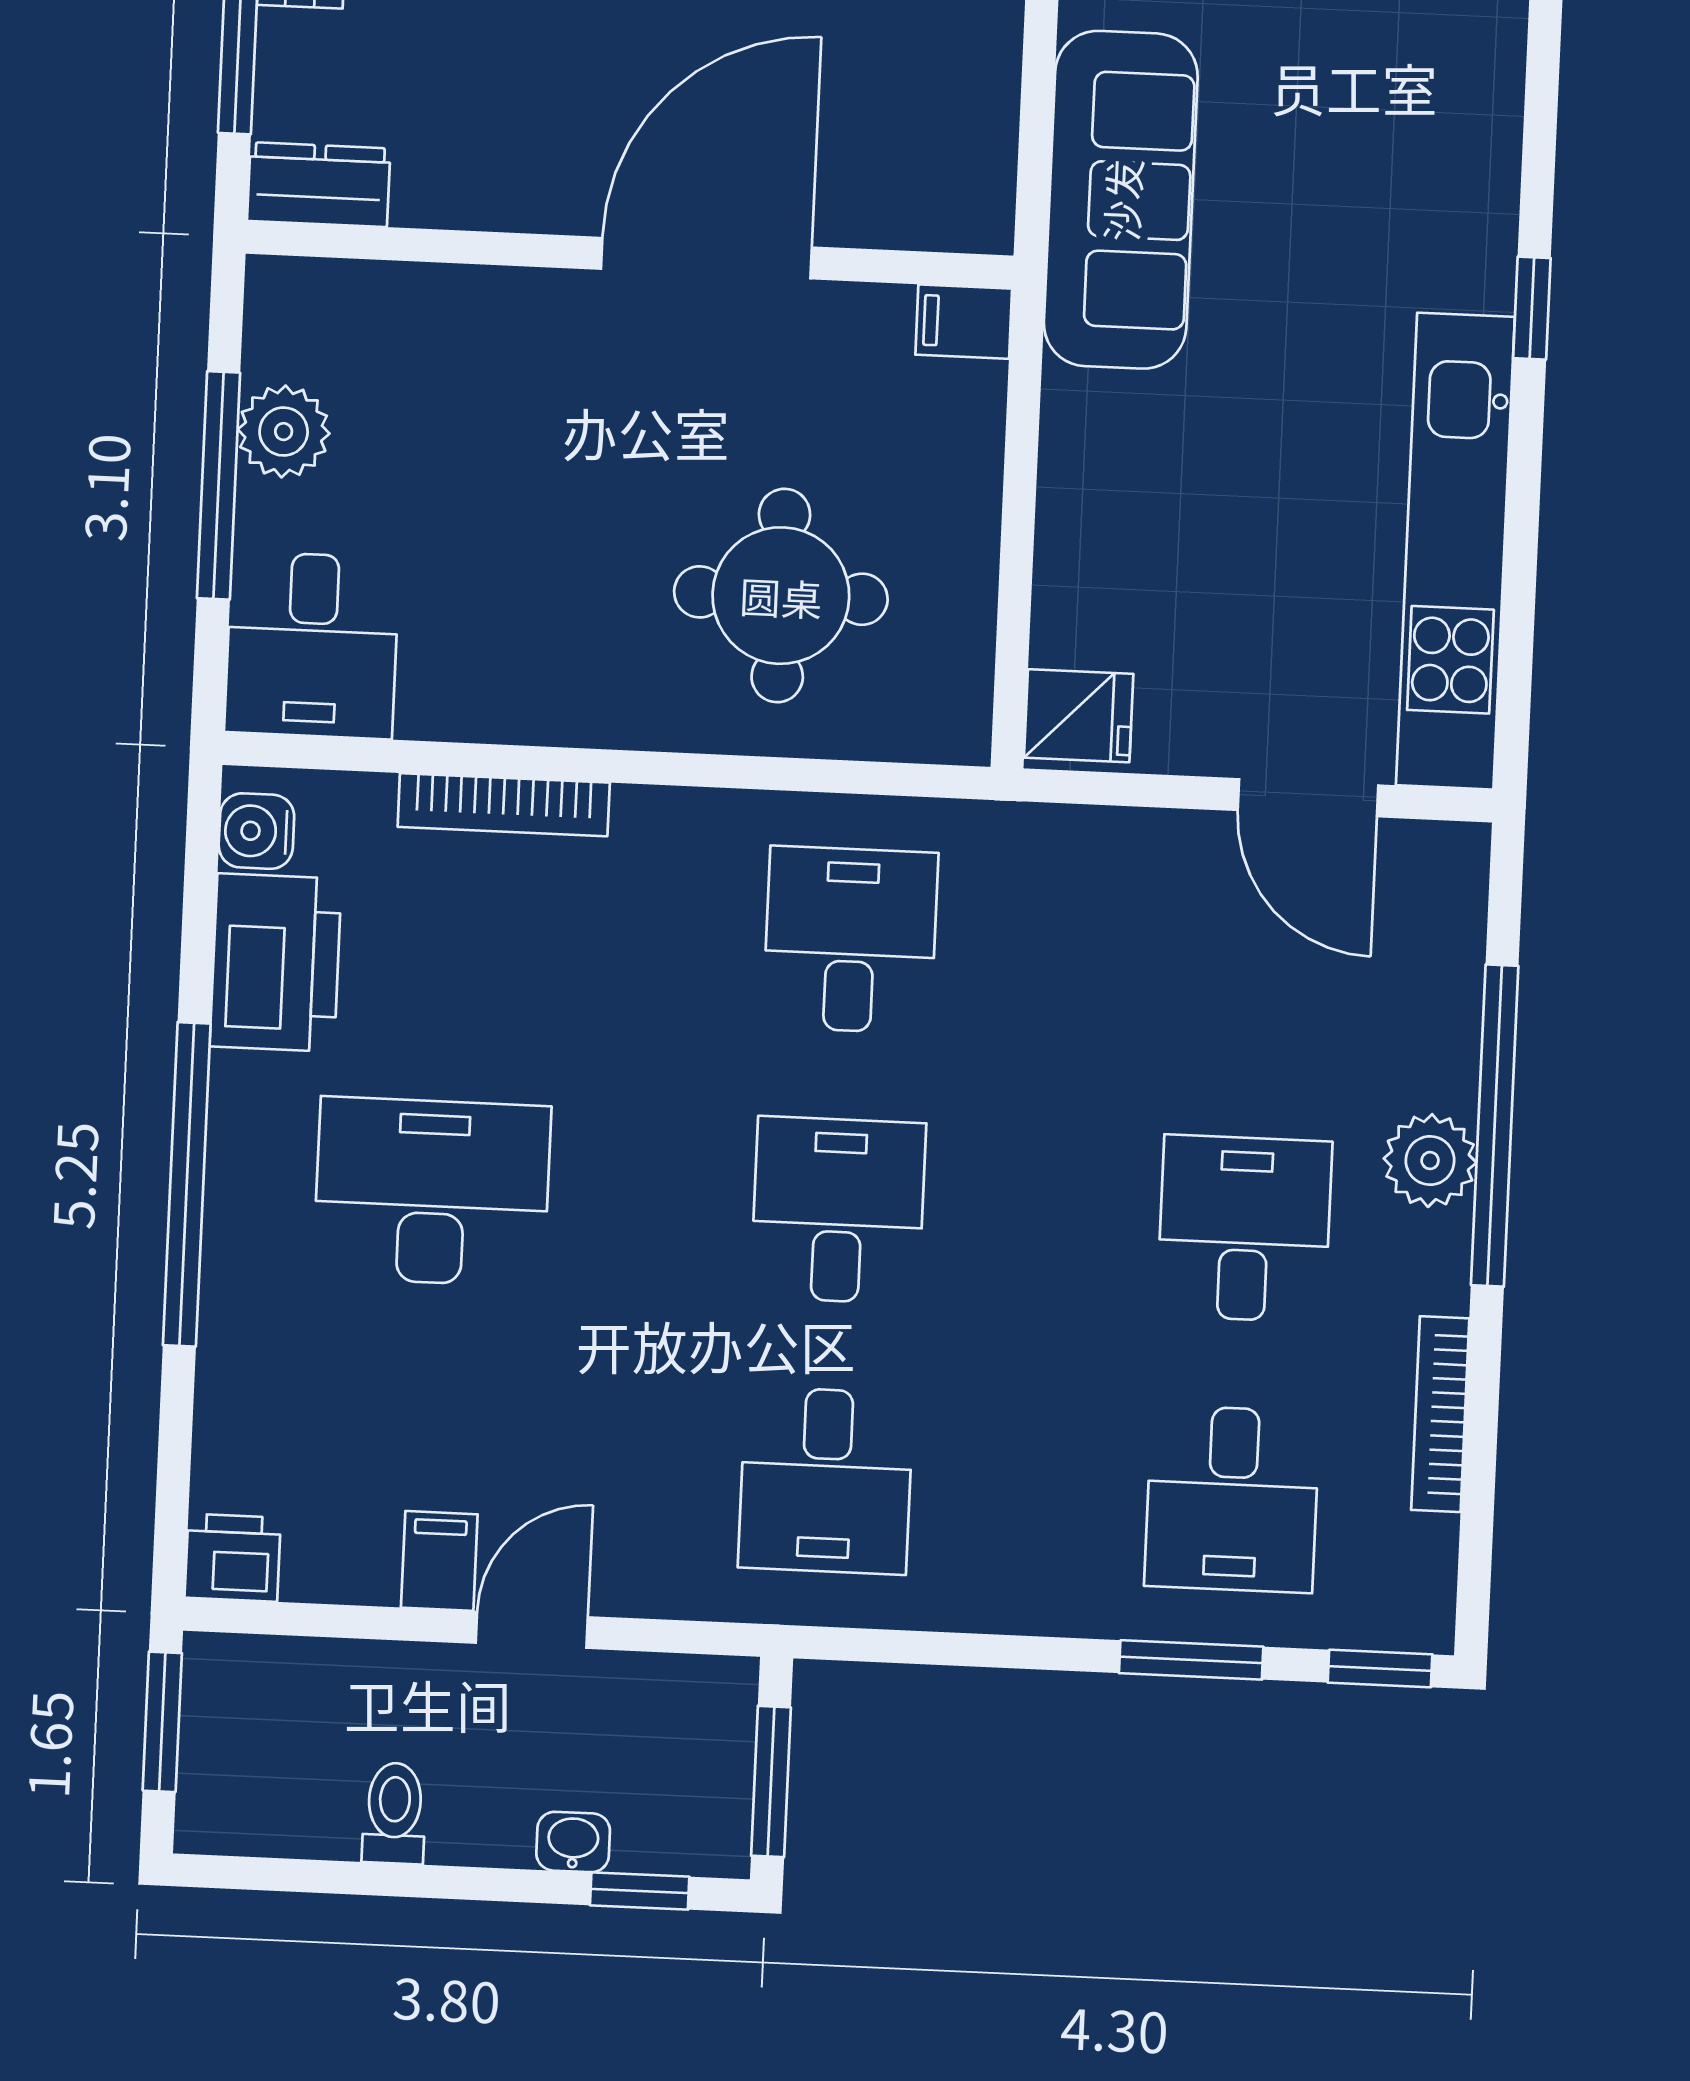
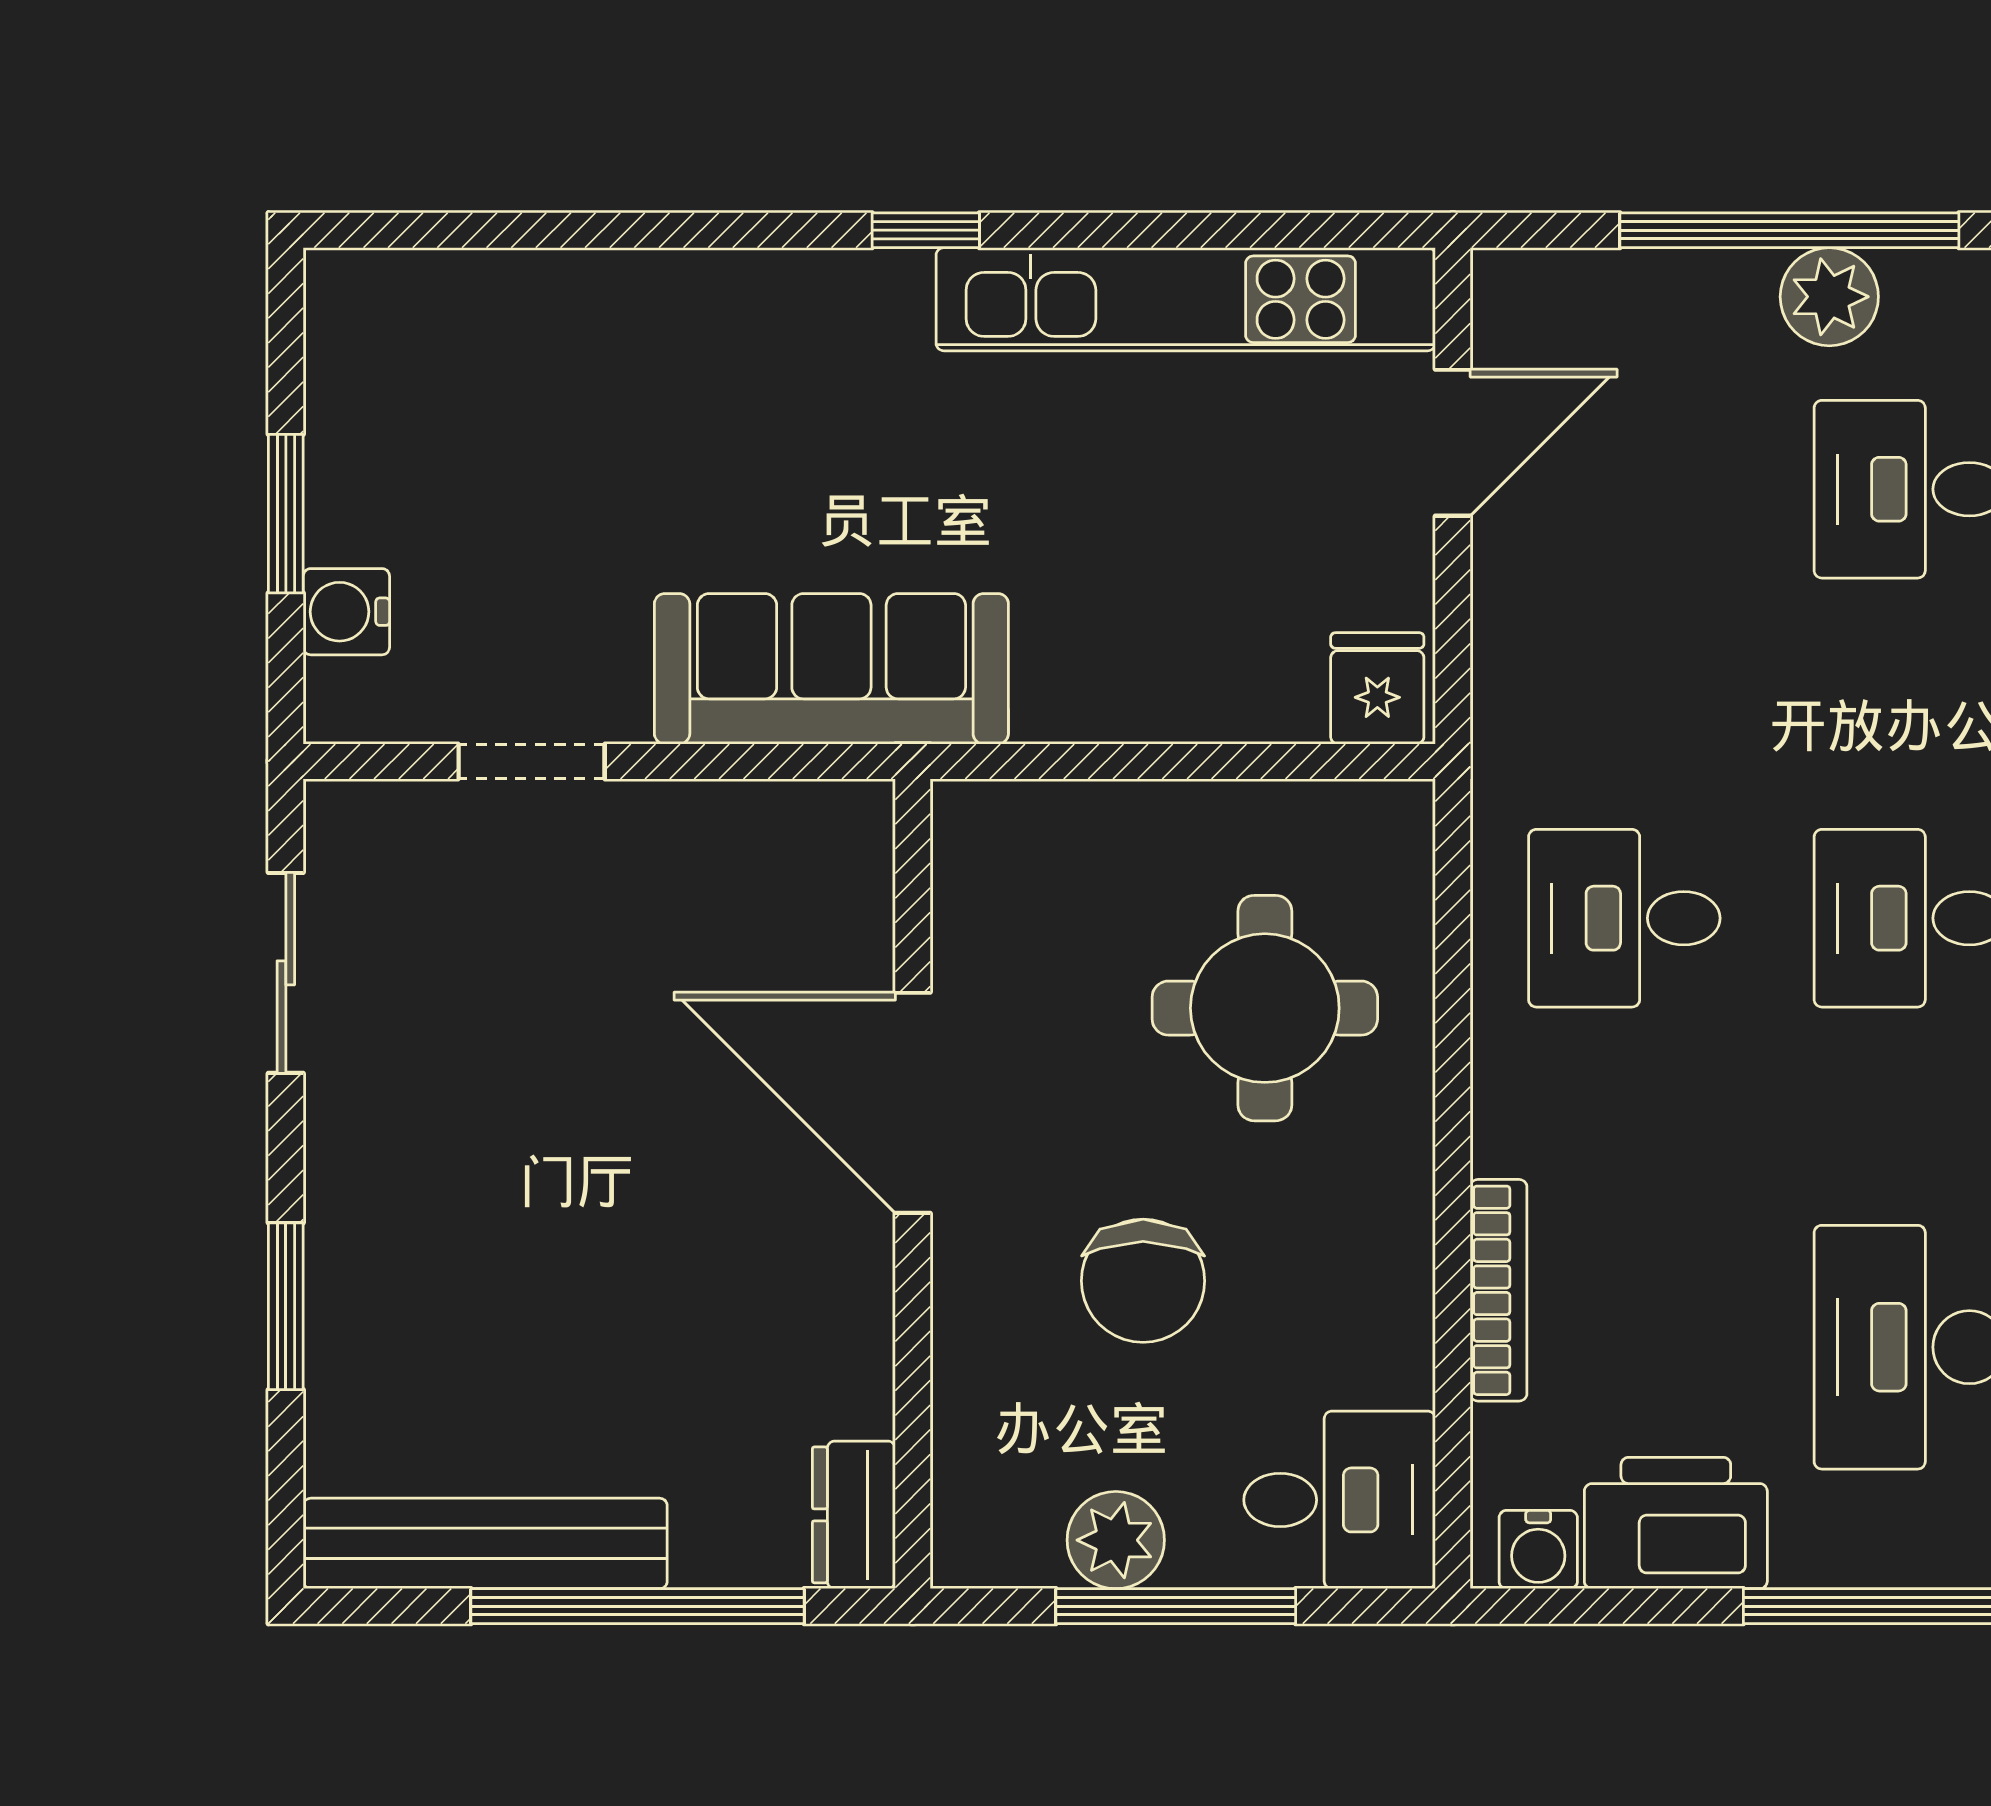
filing cabinet: (964, 322) -> (967, 828), removed
chair: (528, 468) -> (1143, 1281), added

